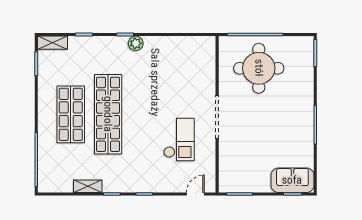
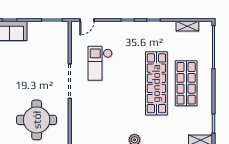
shelving: (88, 186) -> (187, 26), moved

